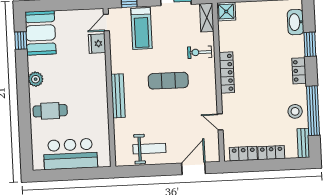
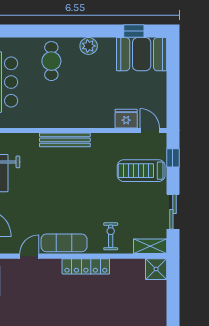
exercise mat: (168, 81) -> (64, 243), moved, turned 90

